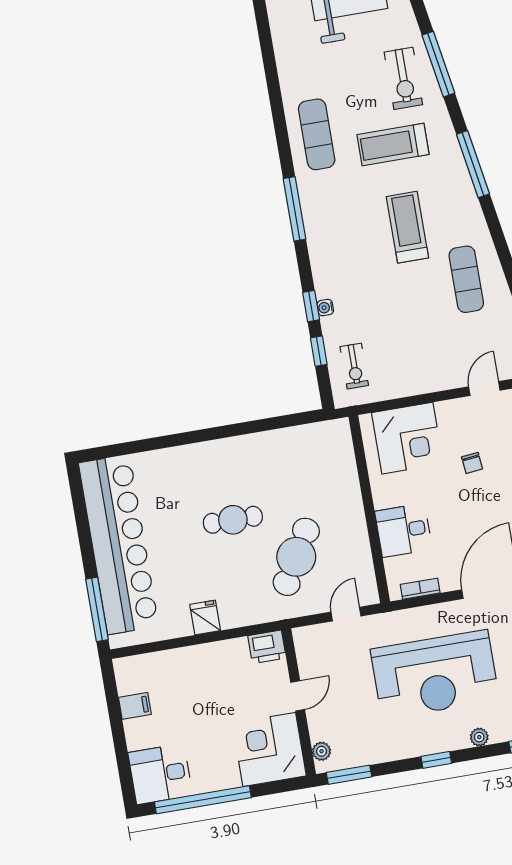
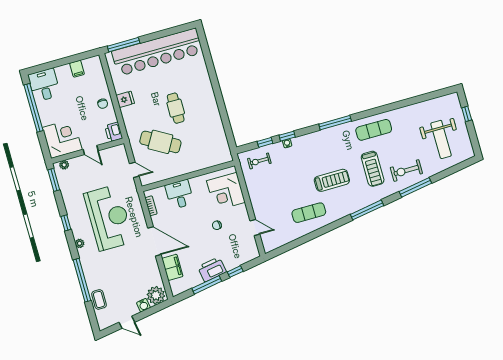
treadmill: (393, 145) -> (373, 169), turned 180
chair: (209, 663) -> (103, 104), added
reception desk: (435, 675) -> (109, 218), turned 180

